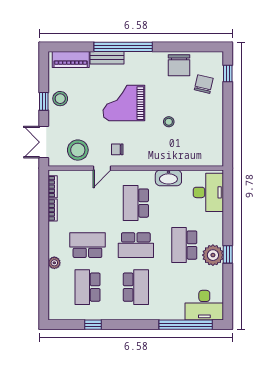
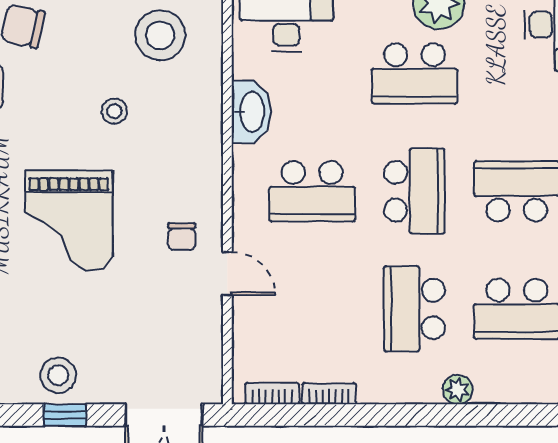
stool: (78, 150) -> (160, 35), moved

